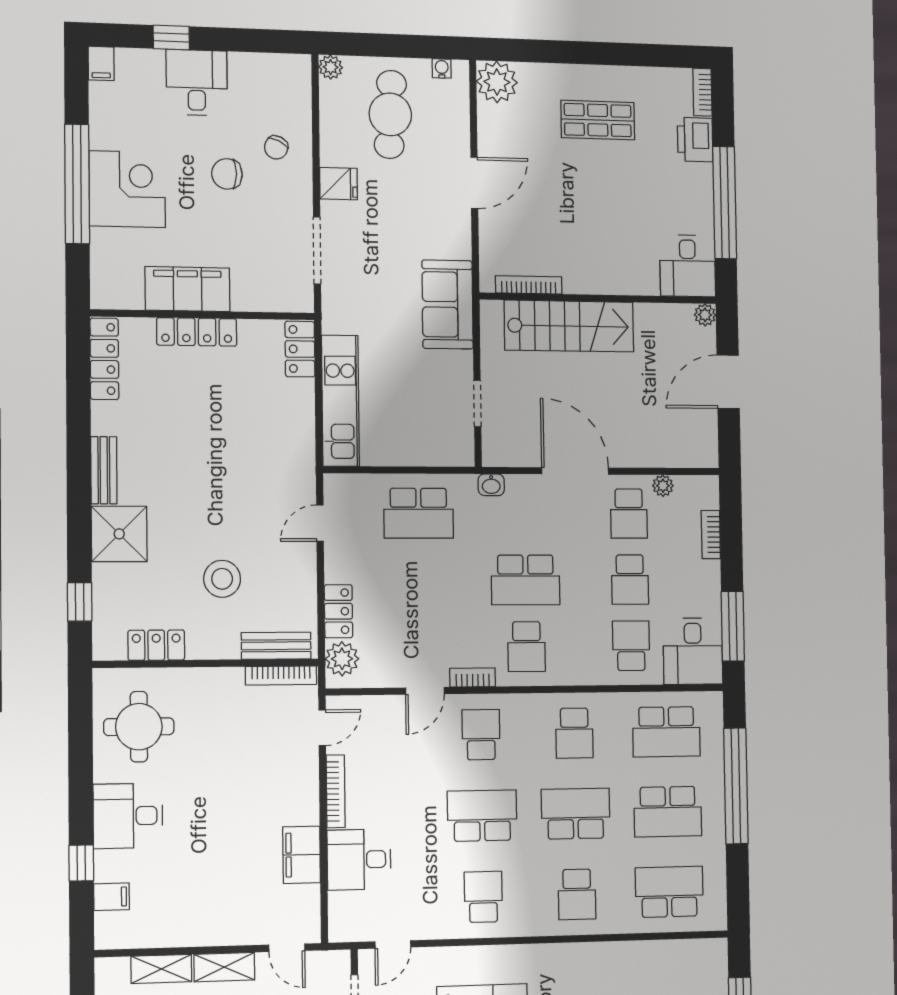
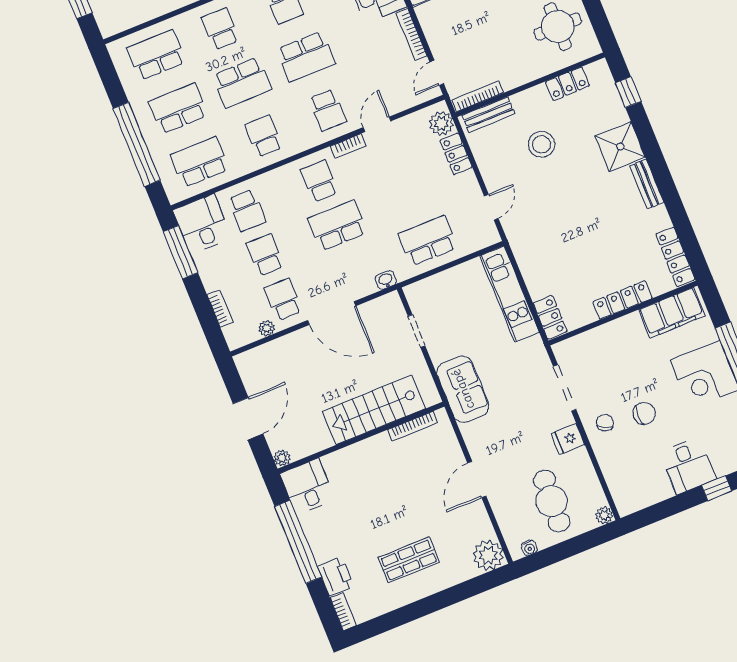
chair: (276, 147) -> (605, 423), moved
filing cabinet: (188, 289) -> (672, 313), moved
school desk: (669, 892) -> (156, 55), turned 180

